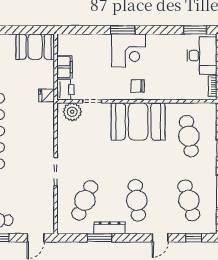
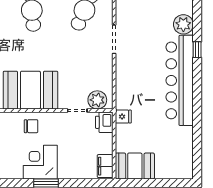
filing cabinet: (65, 67) -> (105, 166), moved

